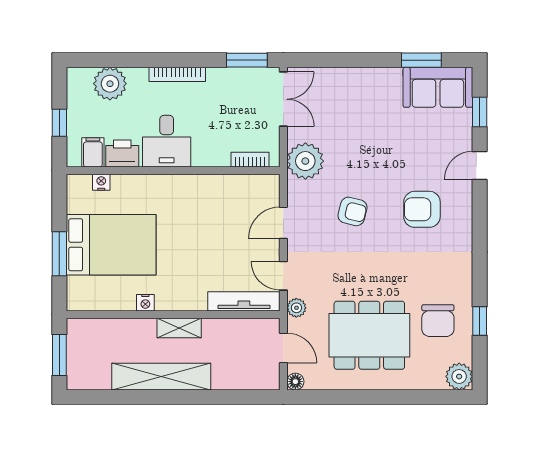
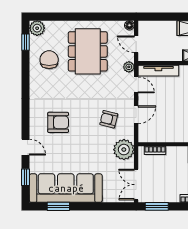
sofa: (438, 87) -> (66, 188), width x1.85, depth x1.27
door: (480, 165) -> (26, 147), hinge flipped
armchair: (353, 211) -> (109, 119), moved
window: (480, 321) -> (26, 42), moved
dining table: (369, 335) -> (88, 51), turned 90

